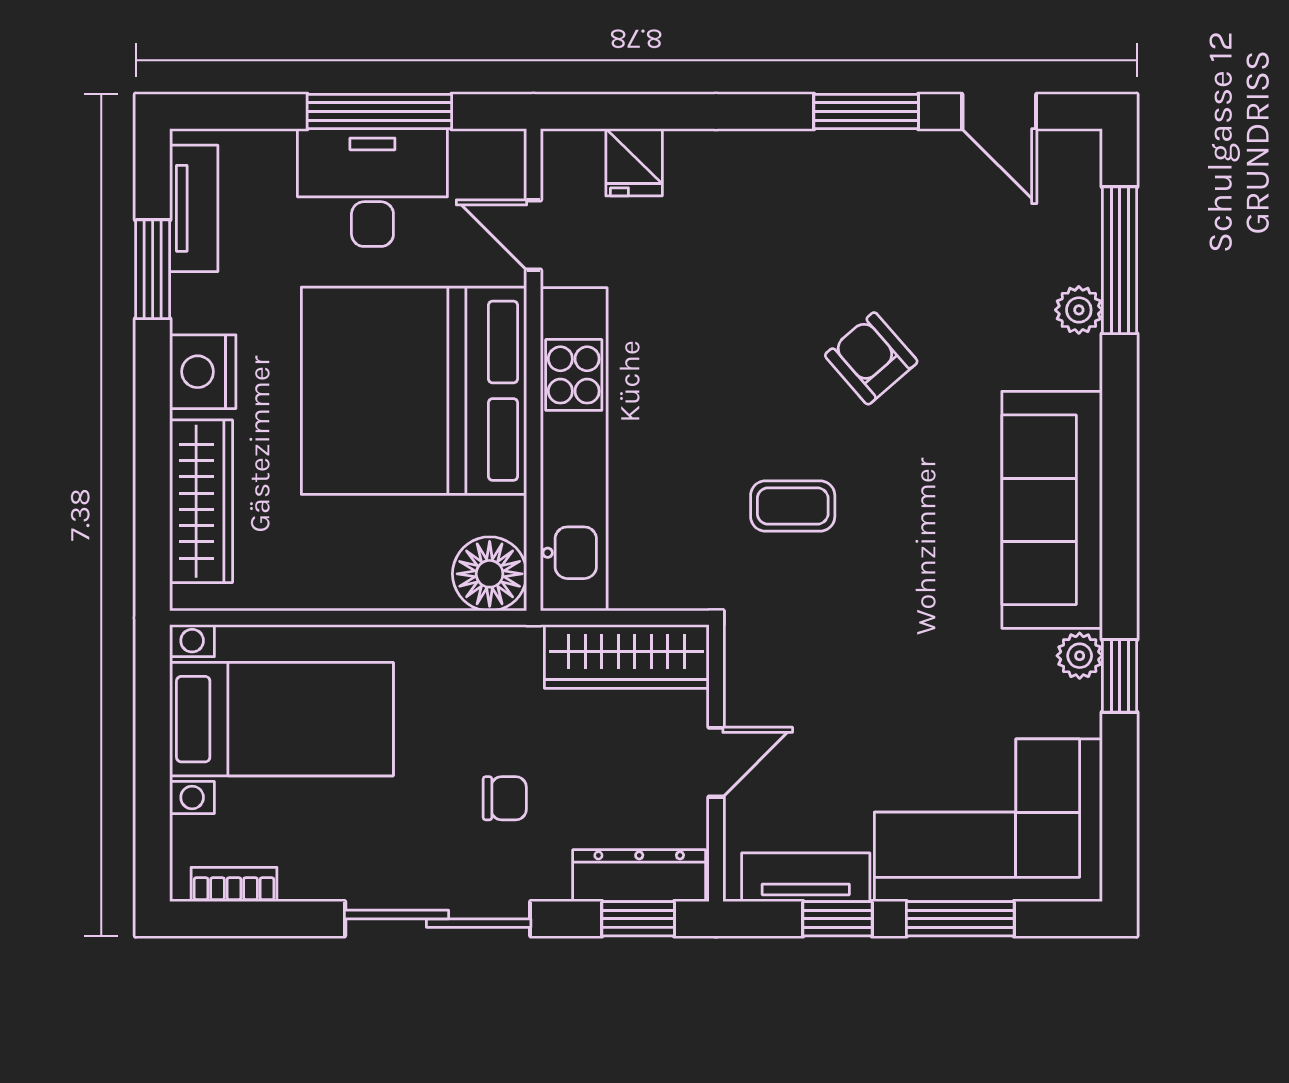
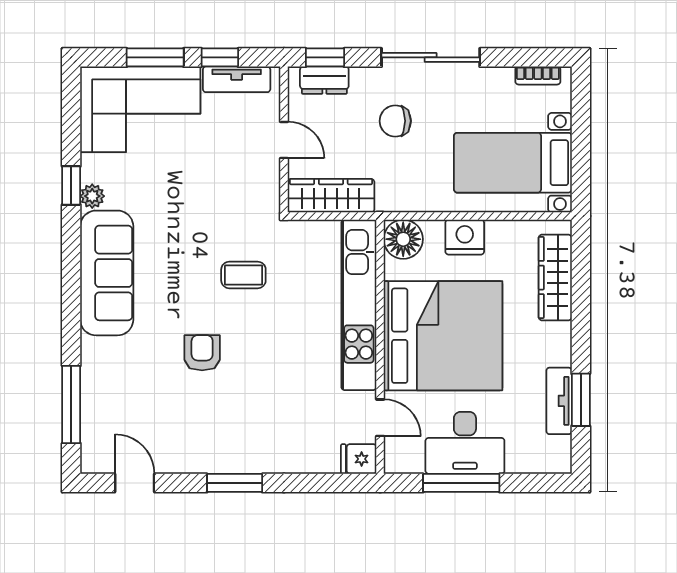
window: (866, 111) -> (235, 483), moved
fridge: (634, 162) -> (359, 459), moved, turned -90
tv unit: (194, 208) -> (559, 401), moved
plant: (1079, 310) -> (93, 378), removed
armchair: (871, 358) -> (202, 353), turned -139
nightstand: (203, 372) -> (465, 237), moved, turned -90
door: (716, 762) -> (284, 140), swing flipped
chair: (505, 798) -> (395, 121), width x1.37, depth x1.37
dresser: (639, 876) -> (324, 80), width x0.70

